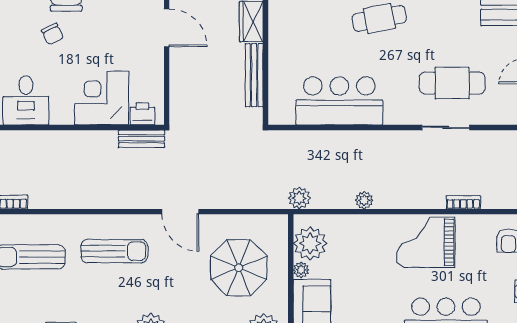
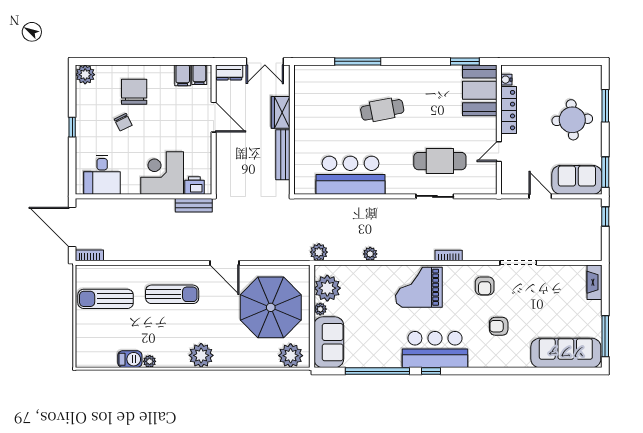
parasol: (239, 268) -> (271, 307), width x1.36, depth x1.36

